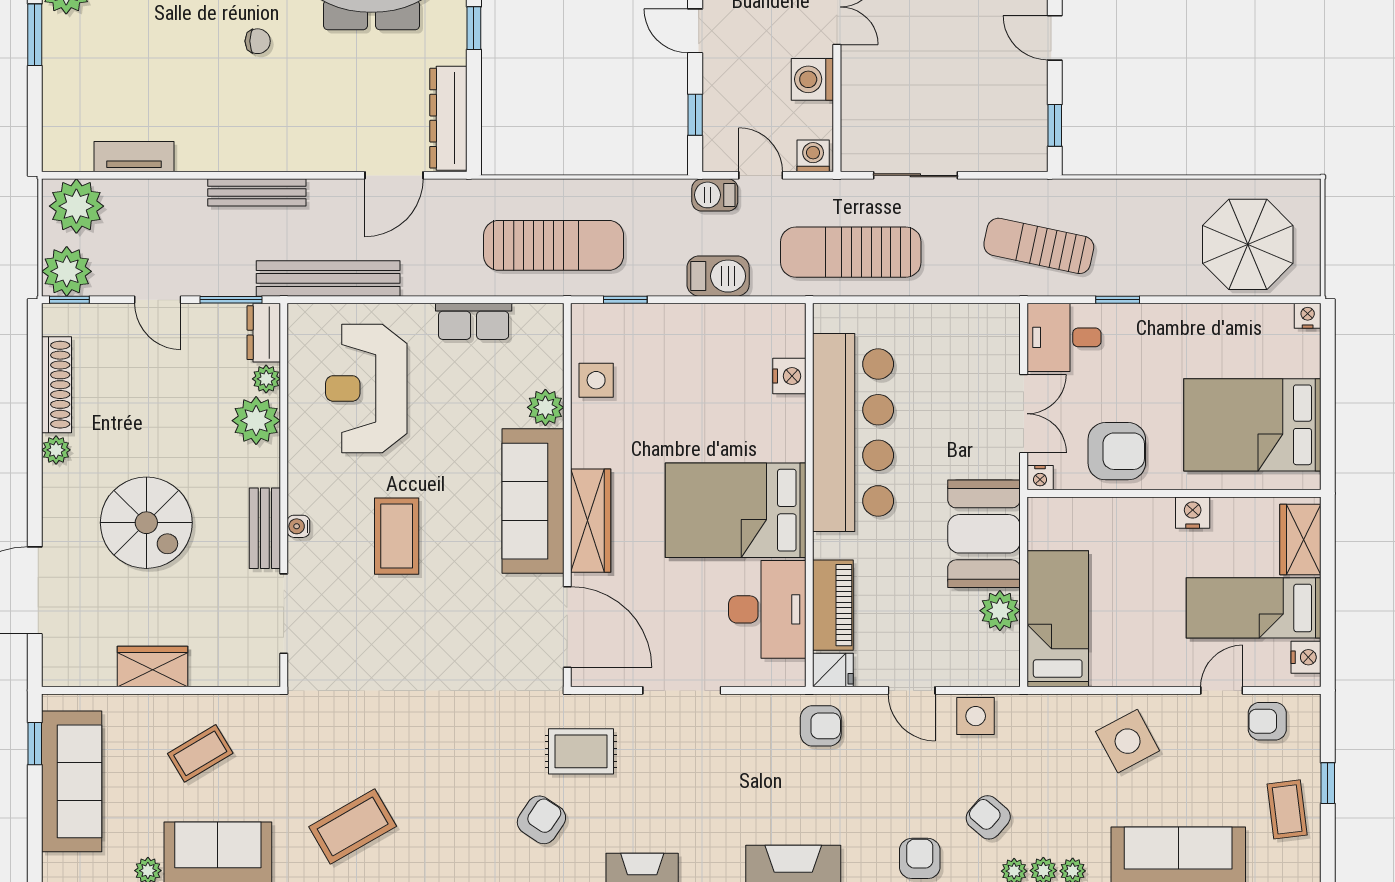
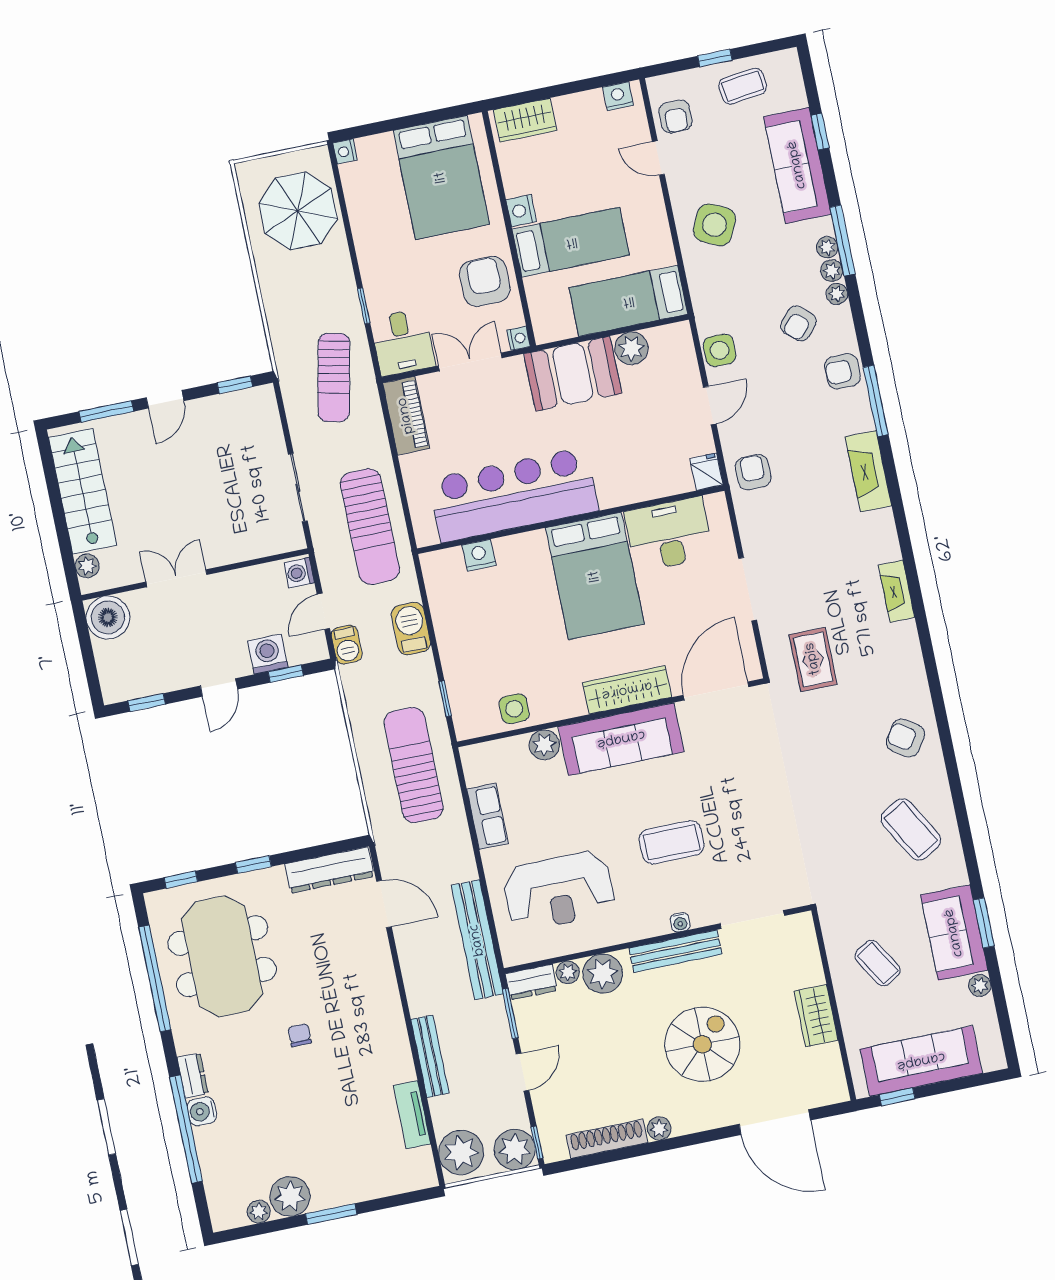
washing machine: (812, 79) -> (268, 654), moved, turned 180
bench: (257, 192) -> (430, 1056), moved
bench: (265, 528) -> (675, 951), width x1.36
piano: (833, 605) -> (406, 416), moved, turned 90
bed: (1254, 608) -> (571, 242), moved, turned -90
side table: (1128, 741) -> (714, 225), turned -36
armchair: (541, 820) -> (906, 738), moved

